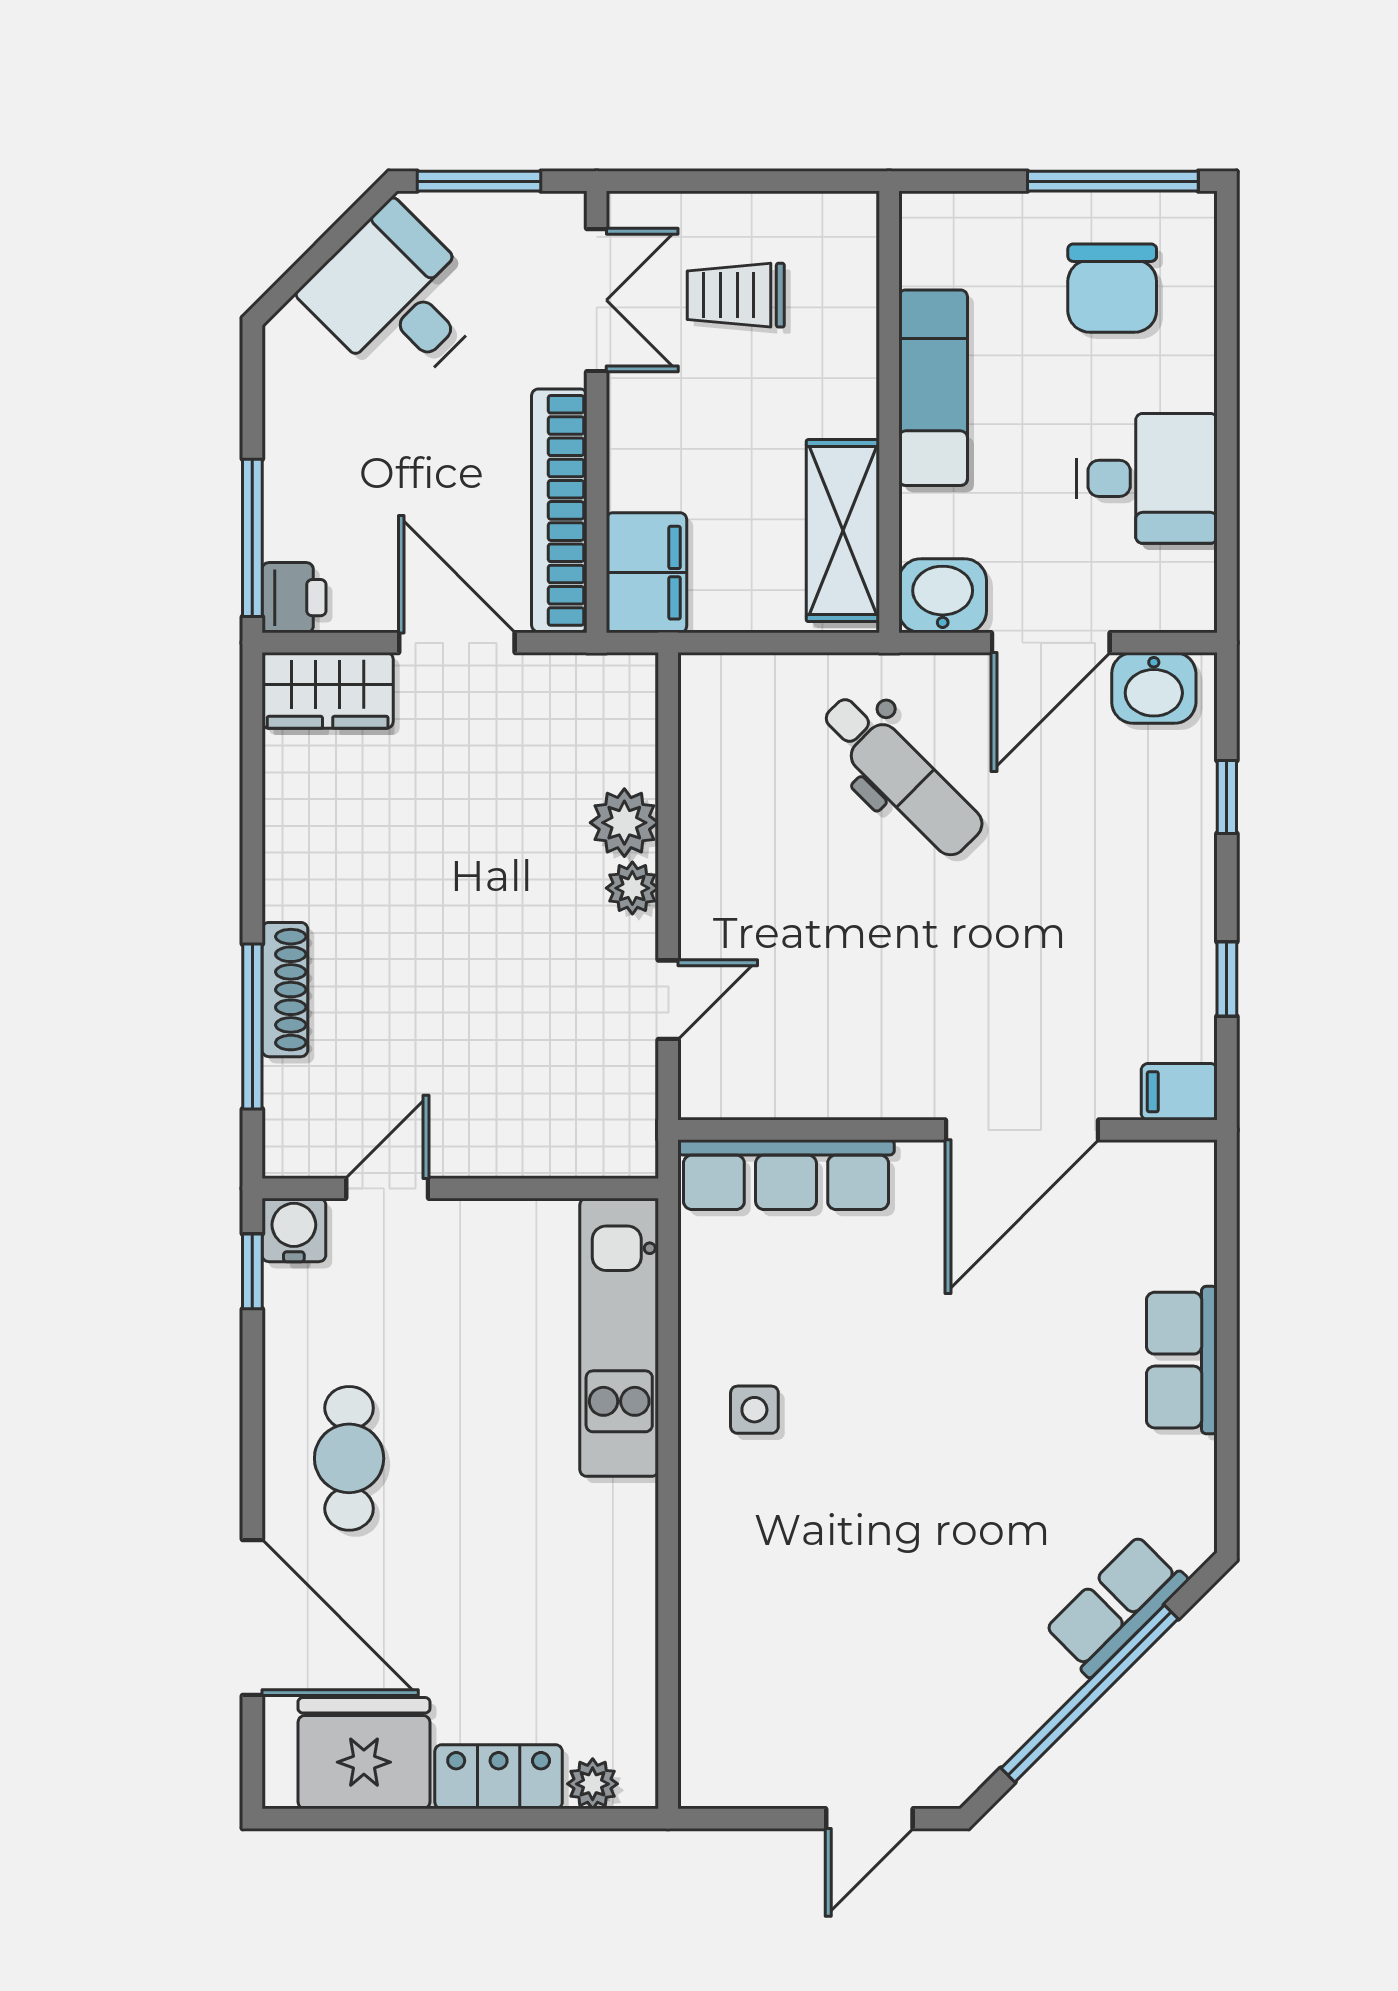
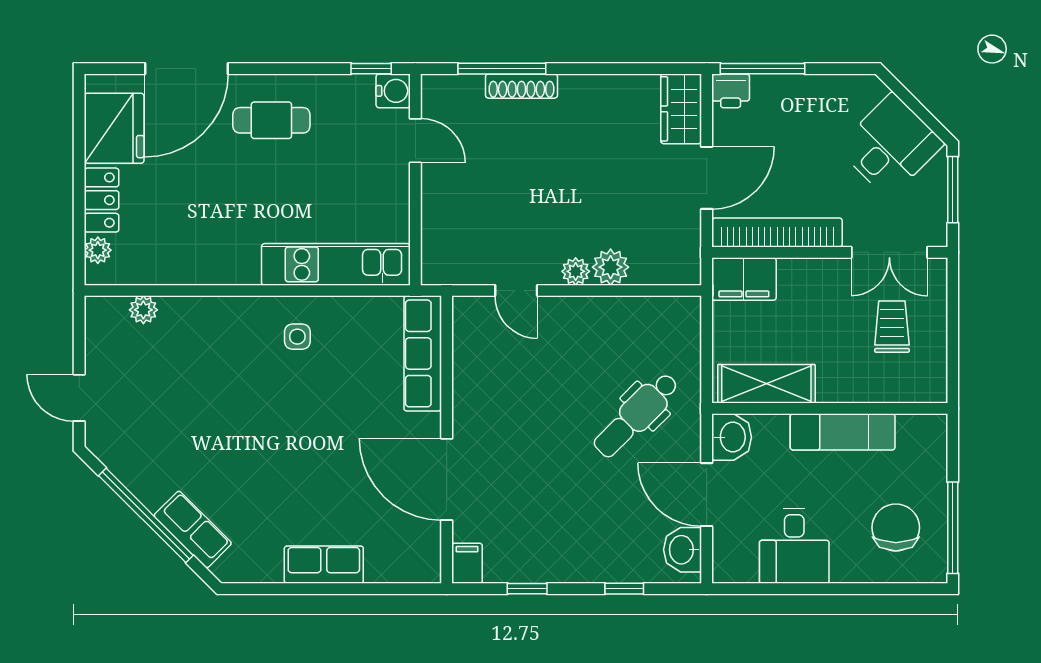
chair: (1112, 288) -> (896, 527), turned 90
plant: (704, 1698) -> (143, 310), added

